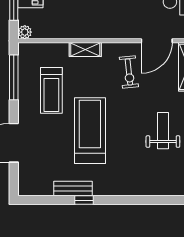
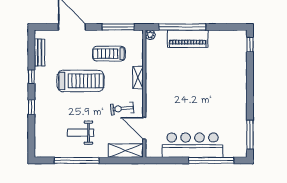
weight bench: (163, 131) -> (81, 133), turned 180
bench: (73, 189) -> (40, 52), moved
window: (127, 200) -> (31, 107), added

